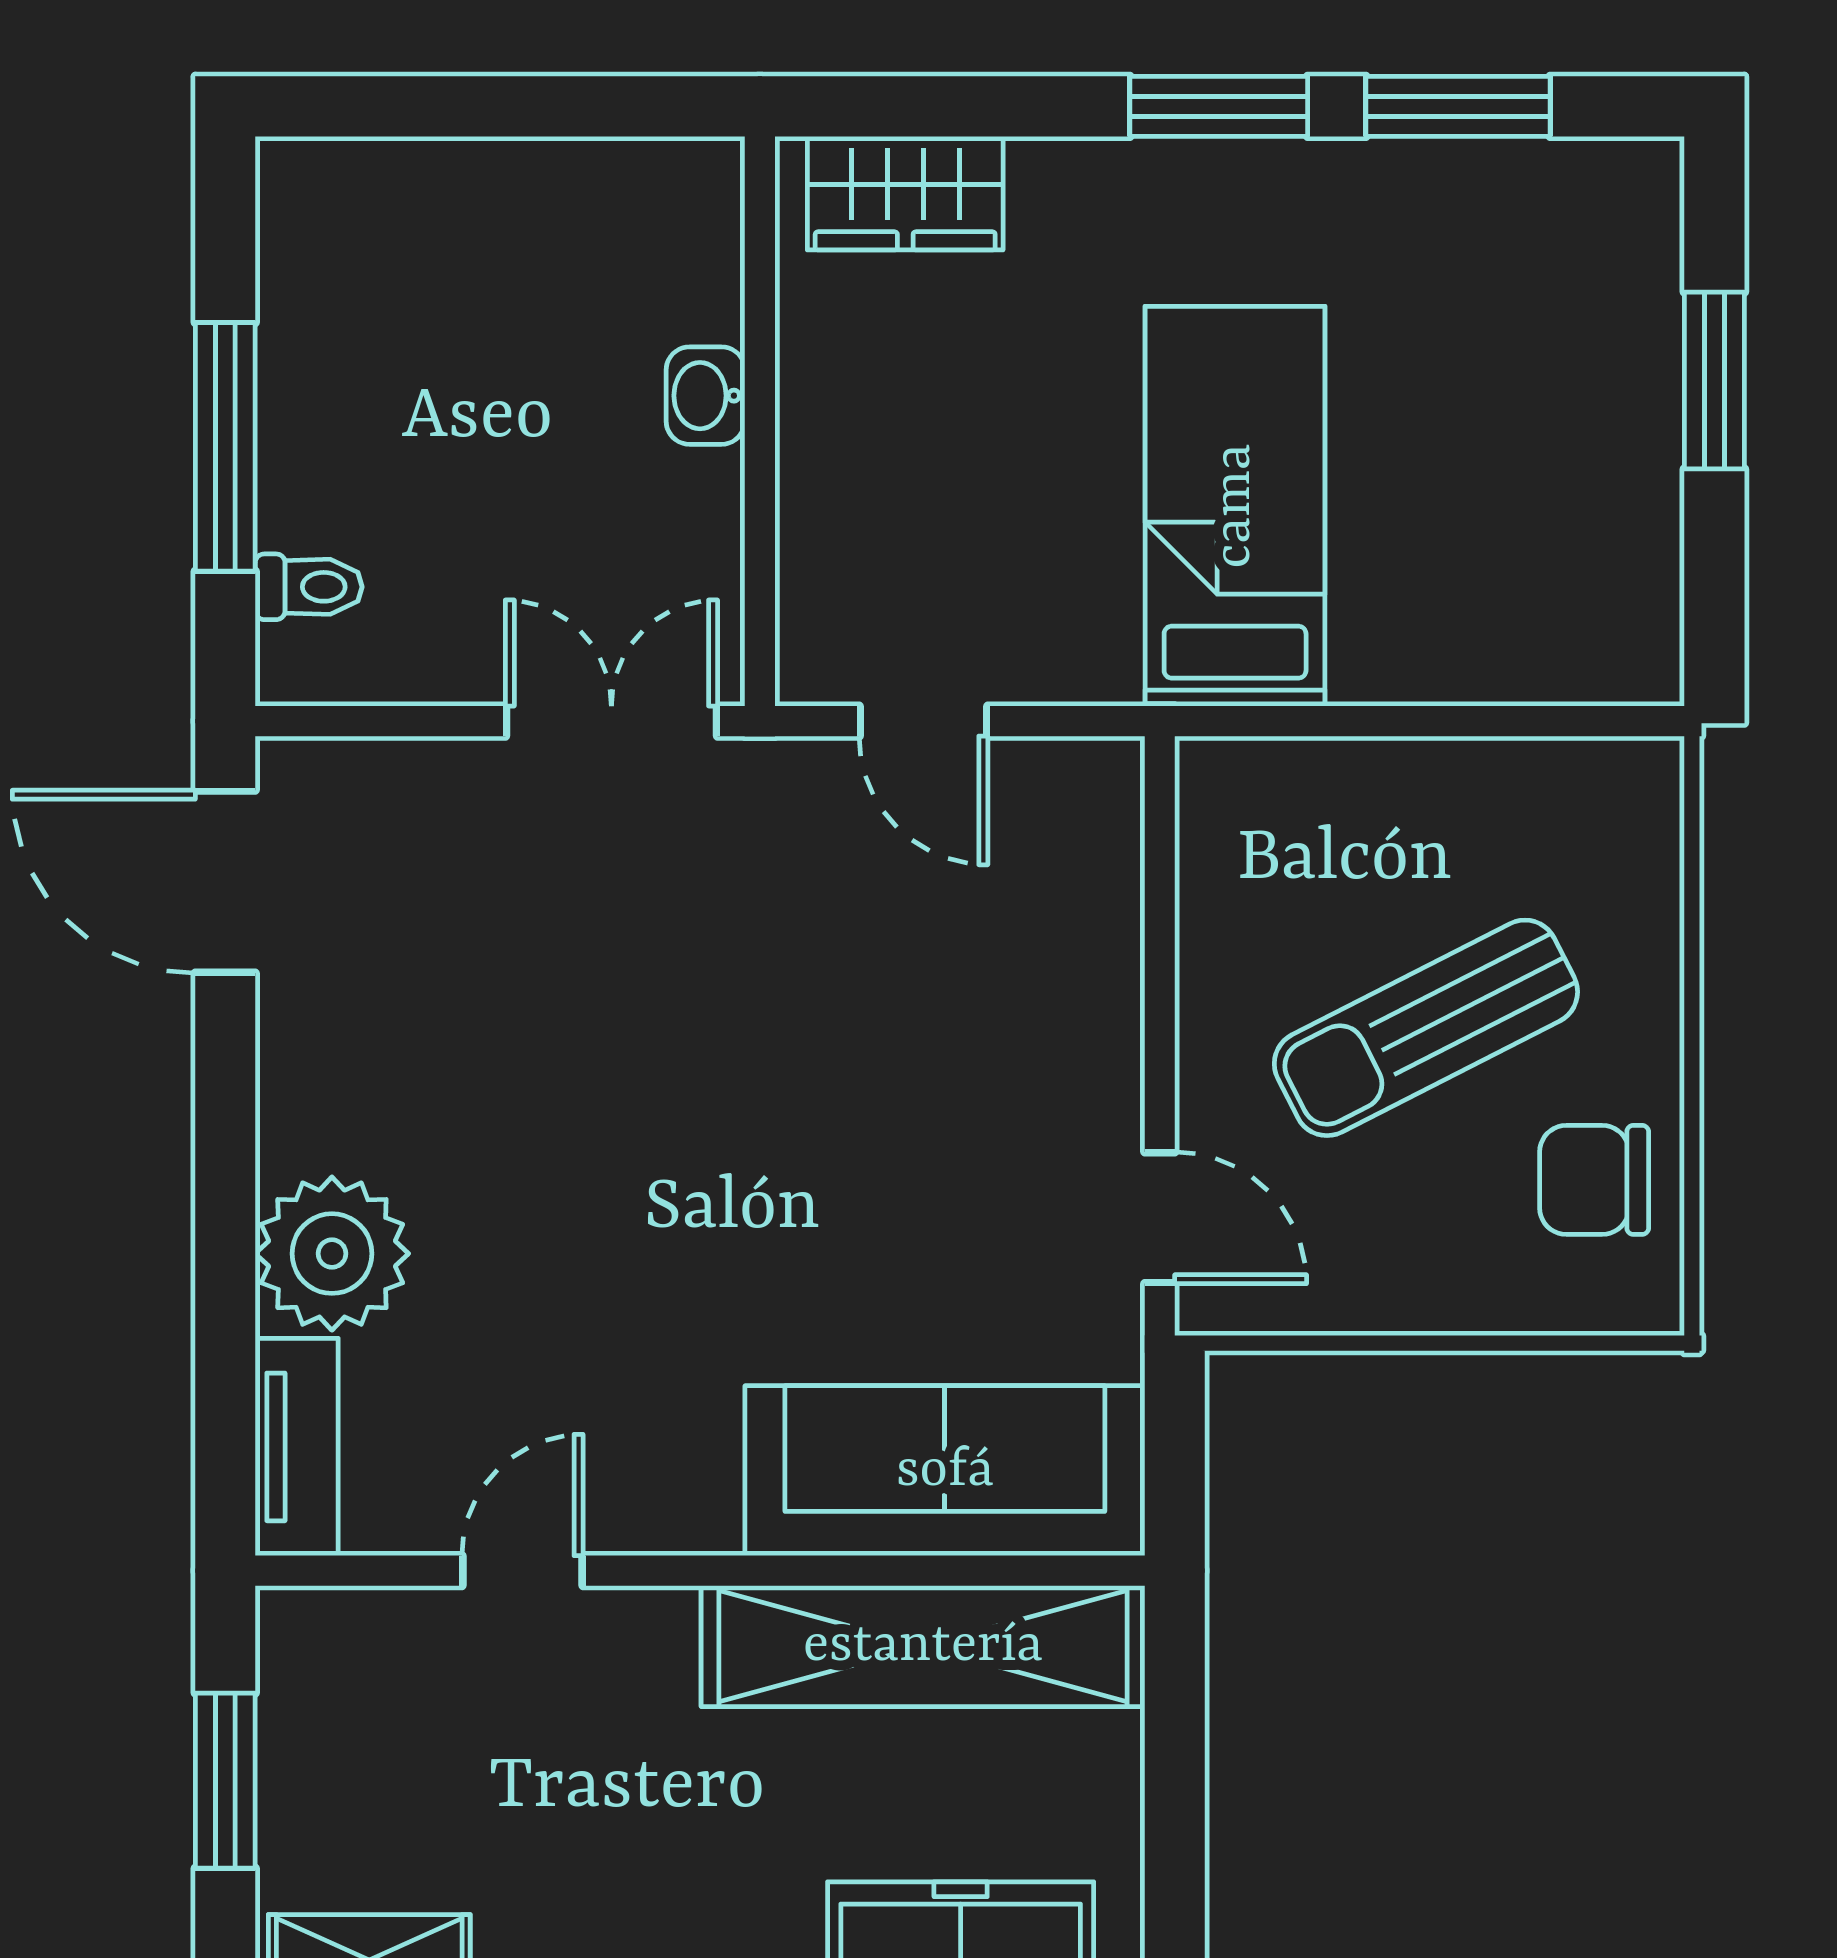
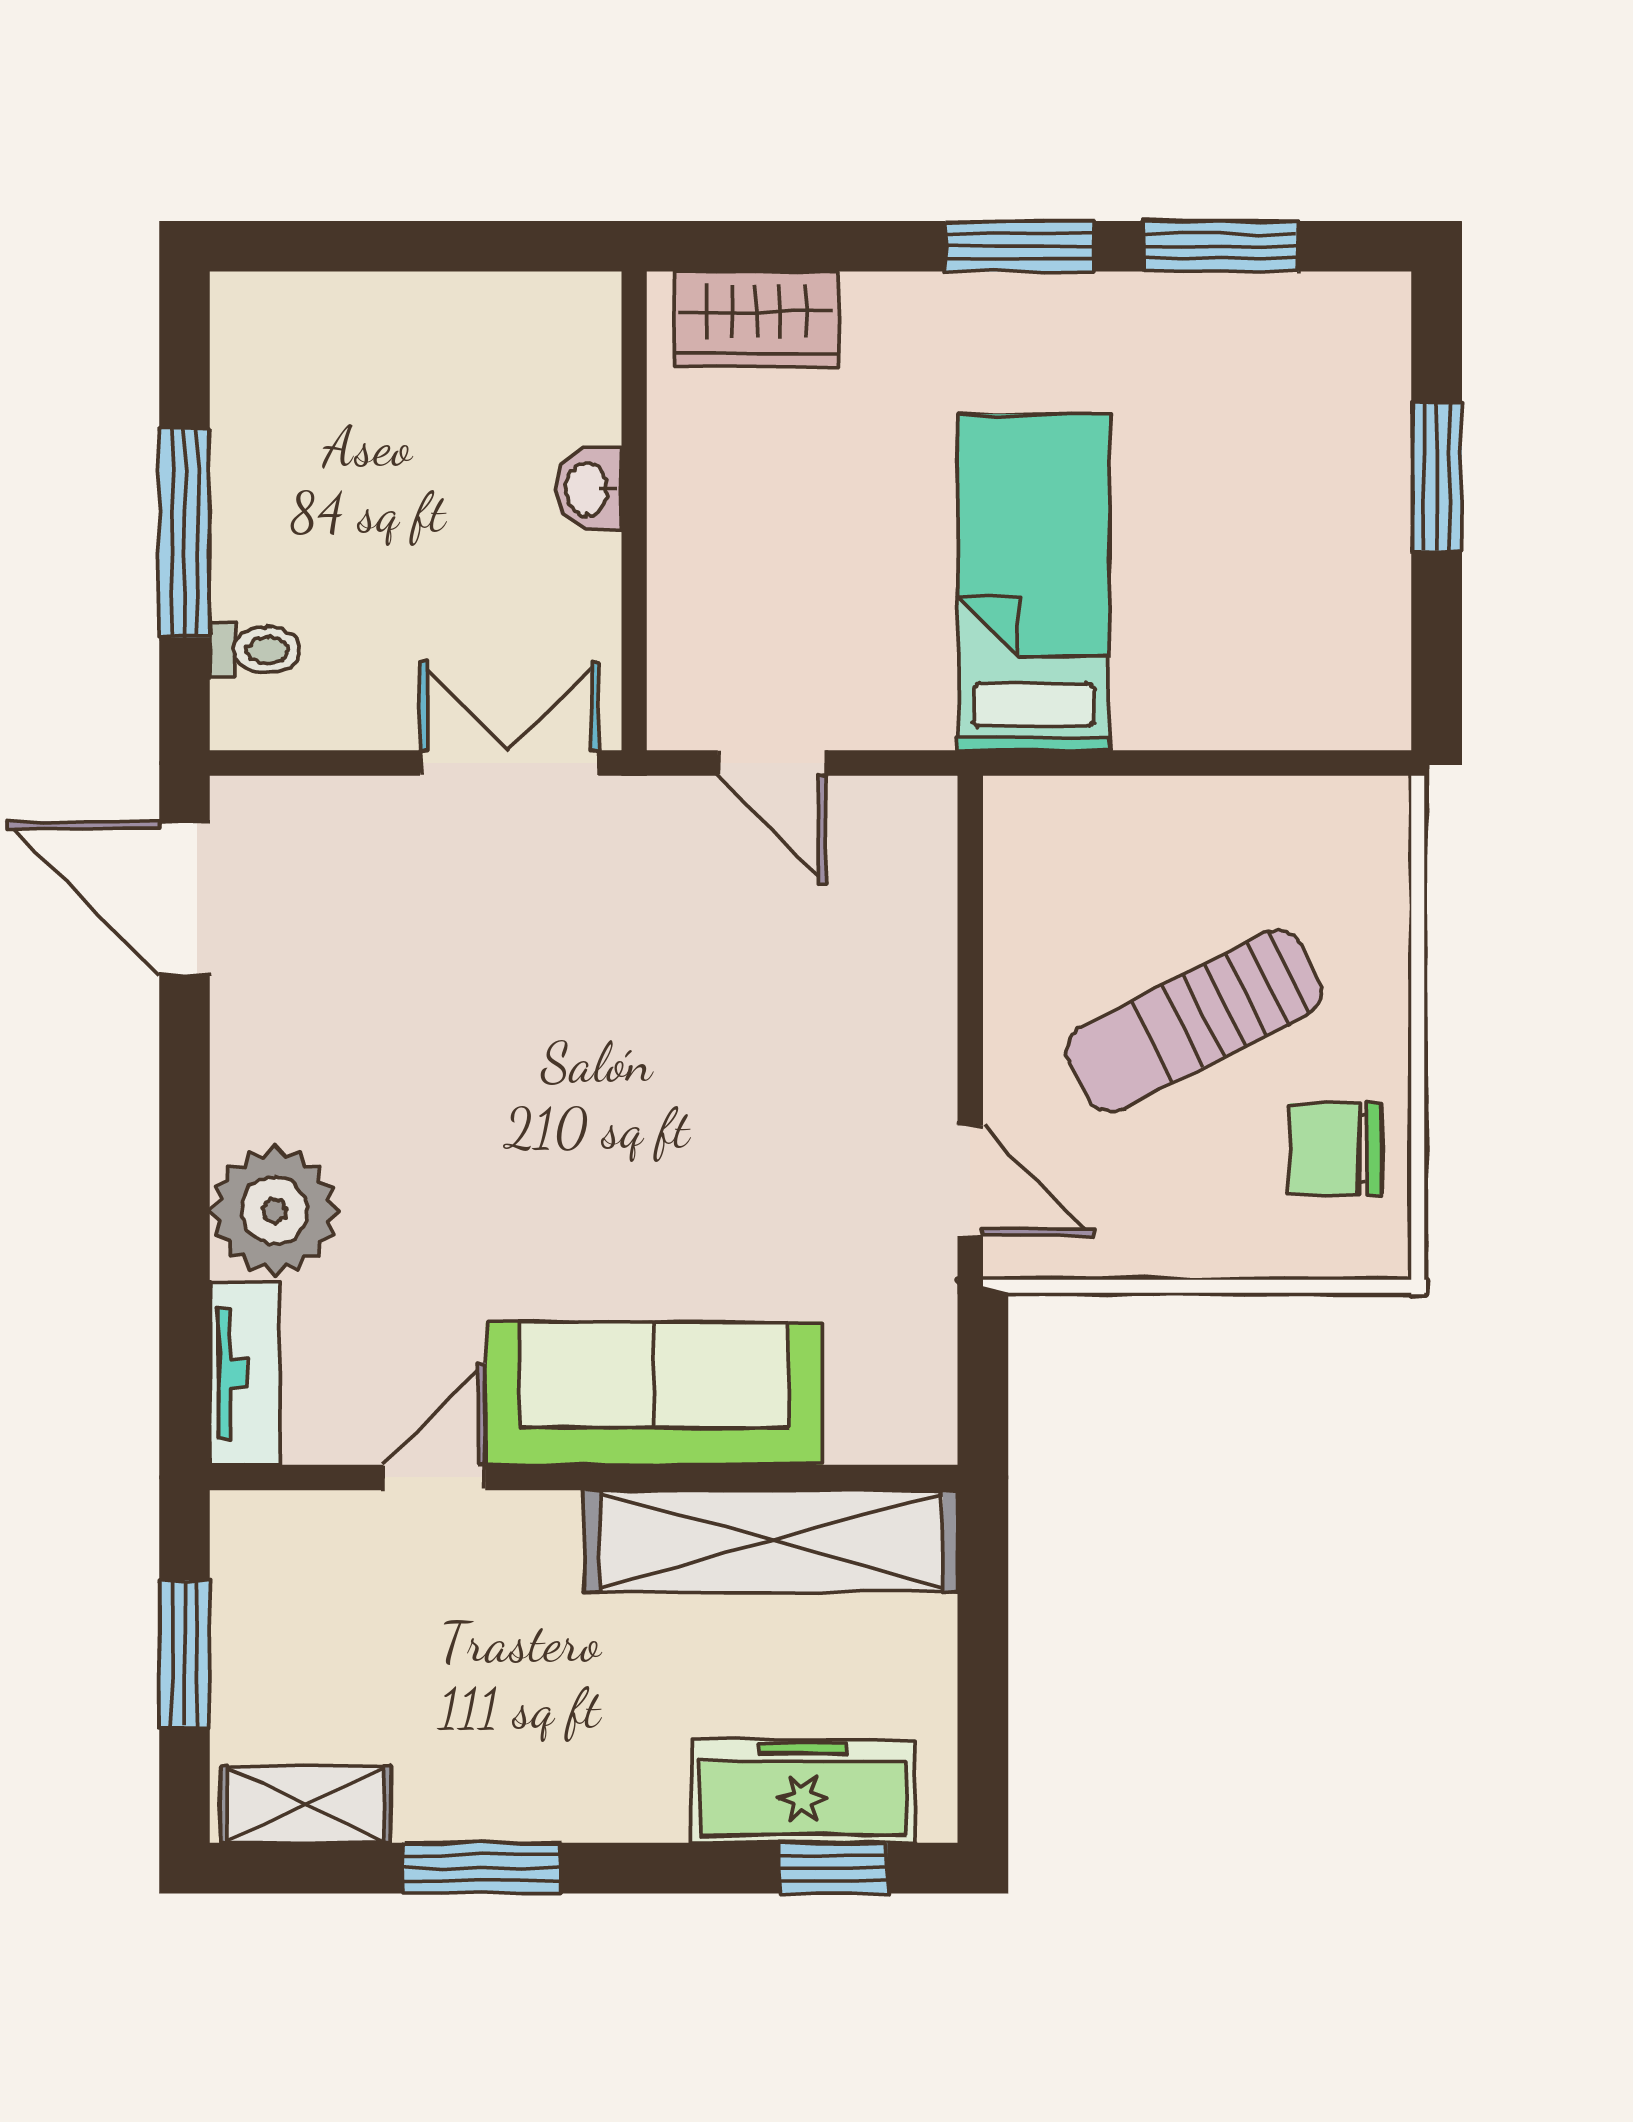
sofa: (945, 1471) -> (654, 1393), moved

